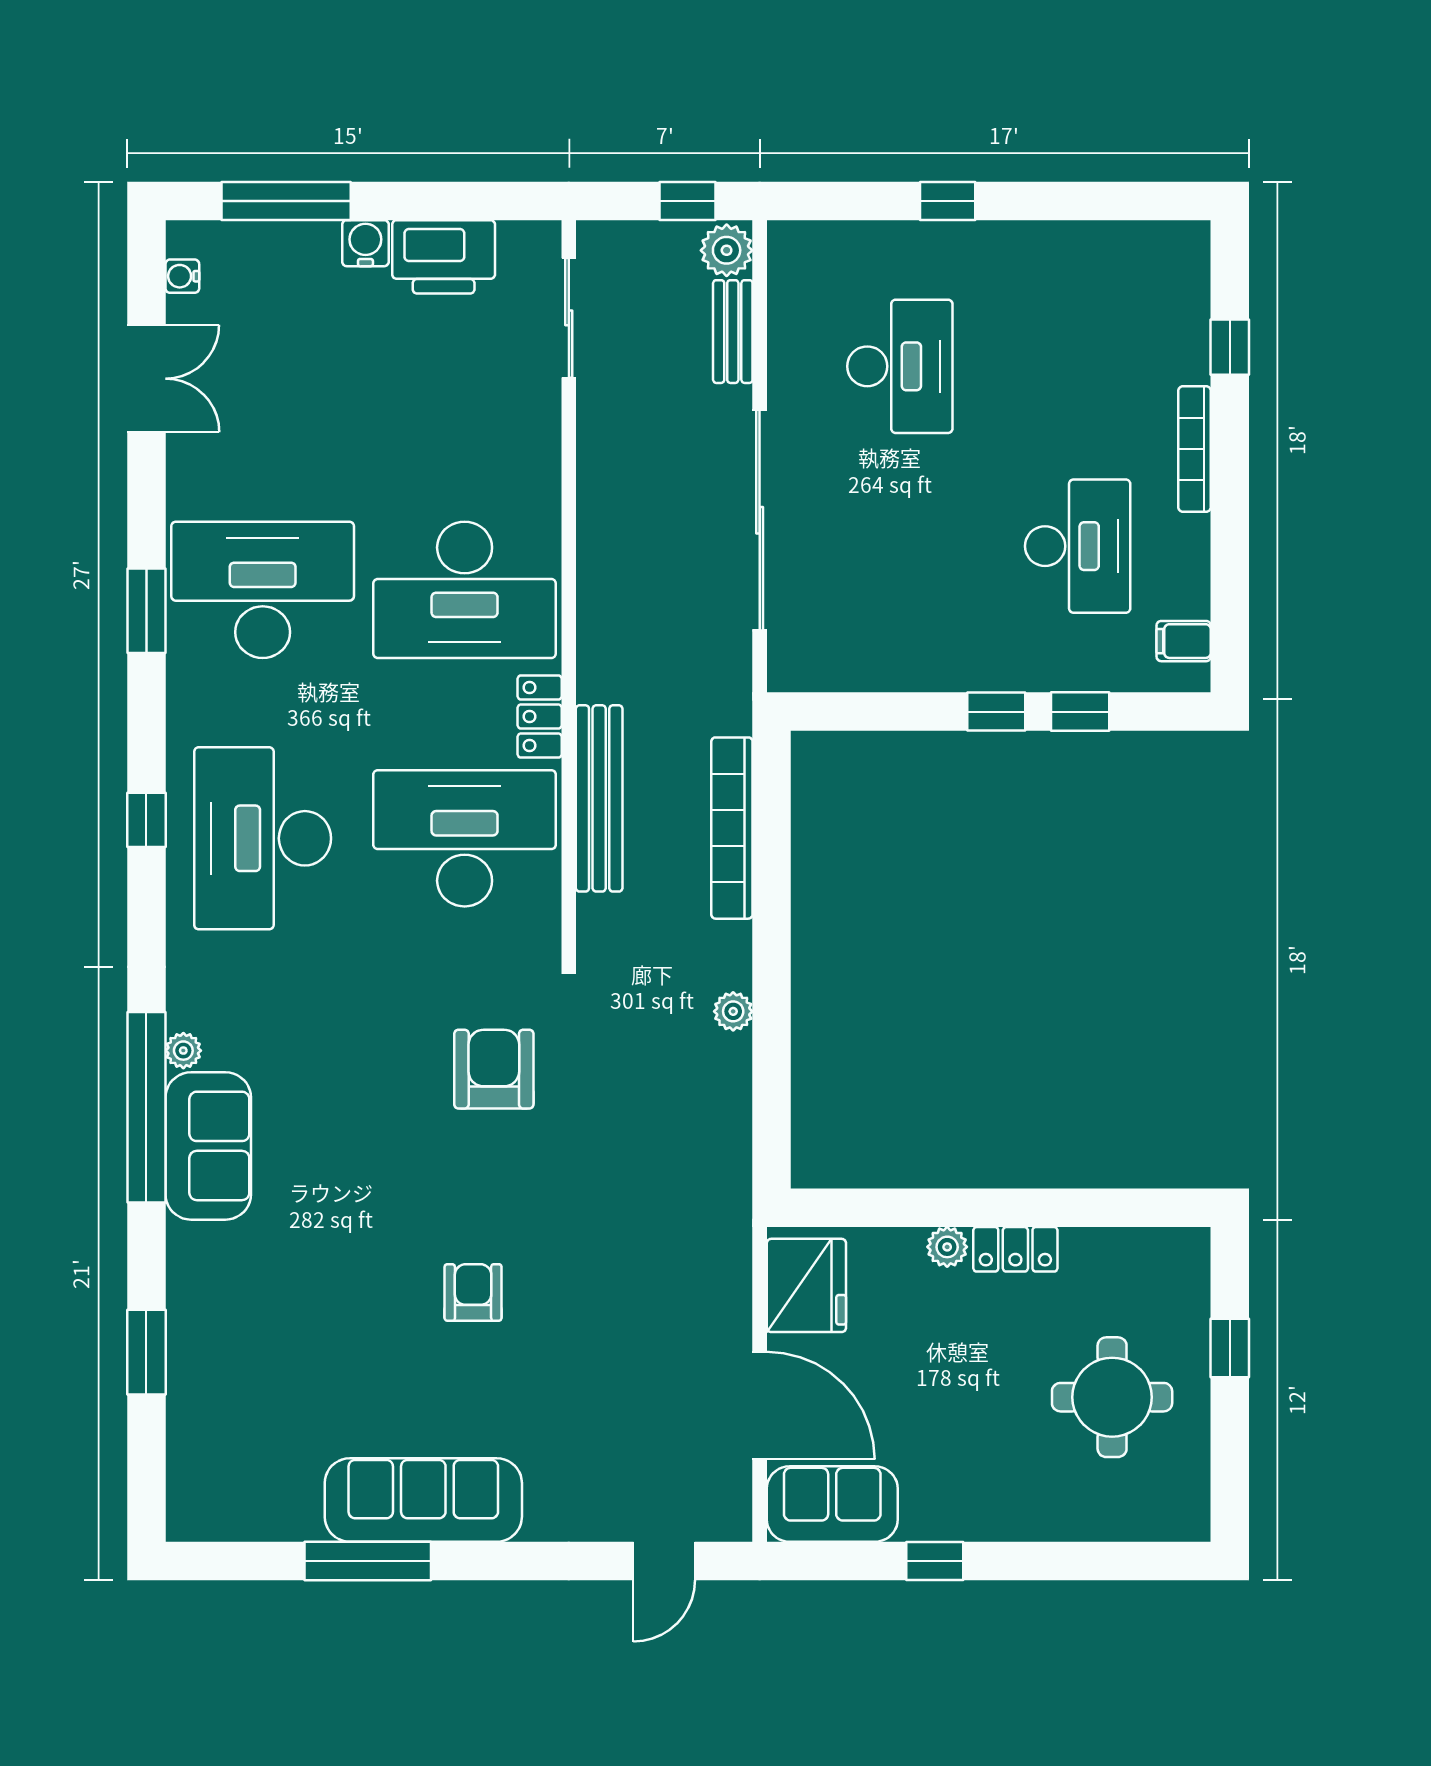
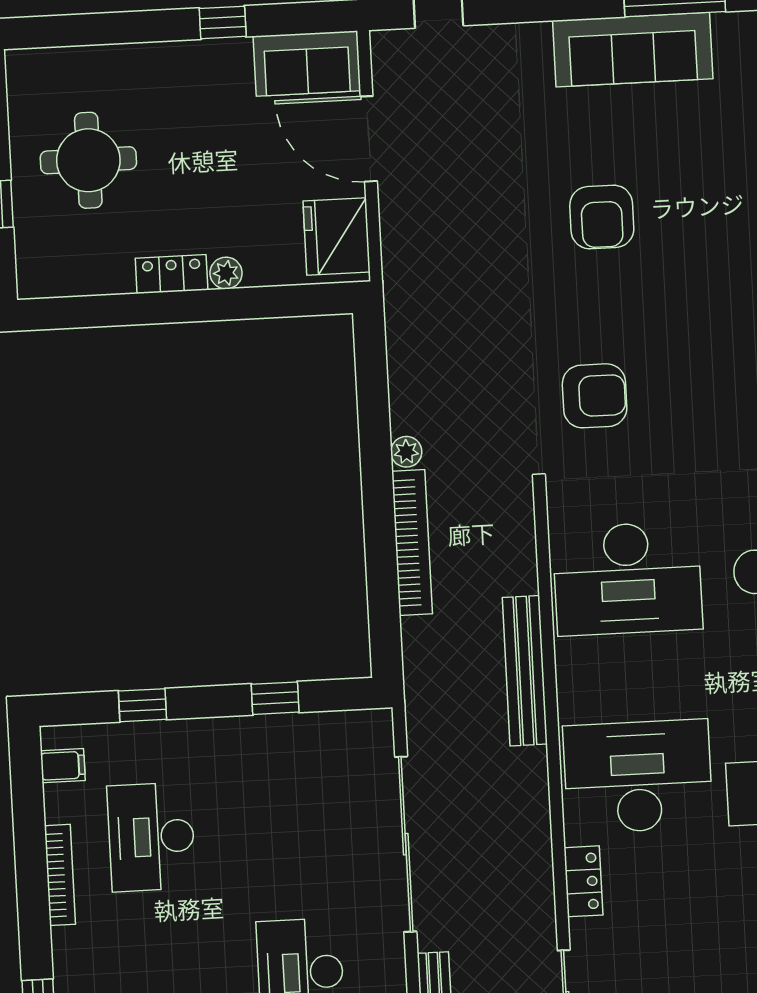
bookcase: (1195, 449) -> (60, 875), moved
window: (996, 712) -> (275, 698), moved
locker: (540, 717) -> (583, 881), moved
bench: (599, 798) -> (525, 671), moved
bookcase: (732, 828) -> (412, 542), moved
armchair: (494, 1069) -> (595, 396), turned -90
armchair: (473, 1292) -> (602, 217), width x1.38, depth x1.38

